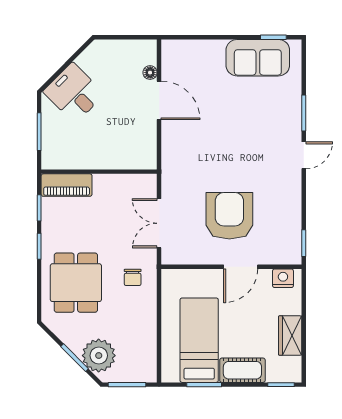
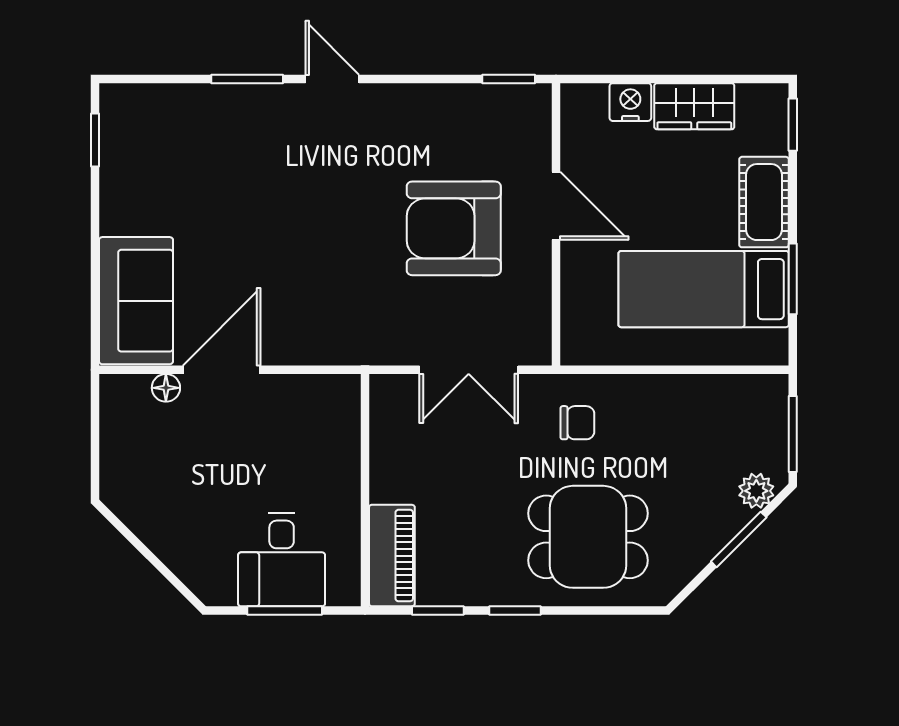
sofa: (258, 58) -> (136, 301), moved
desk: (74, 93) -> (282, 560), moved, turned -45
nightstand: (283, 278) -> (630, 102), moved, turned 90
plant: (99, 356) -> (756, 491), width x0.53, depth x0.53

